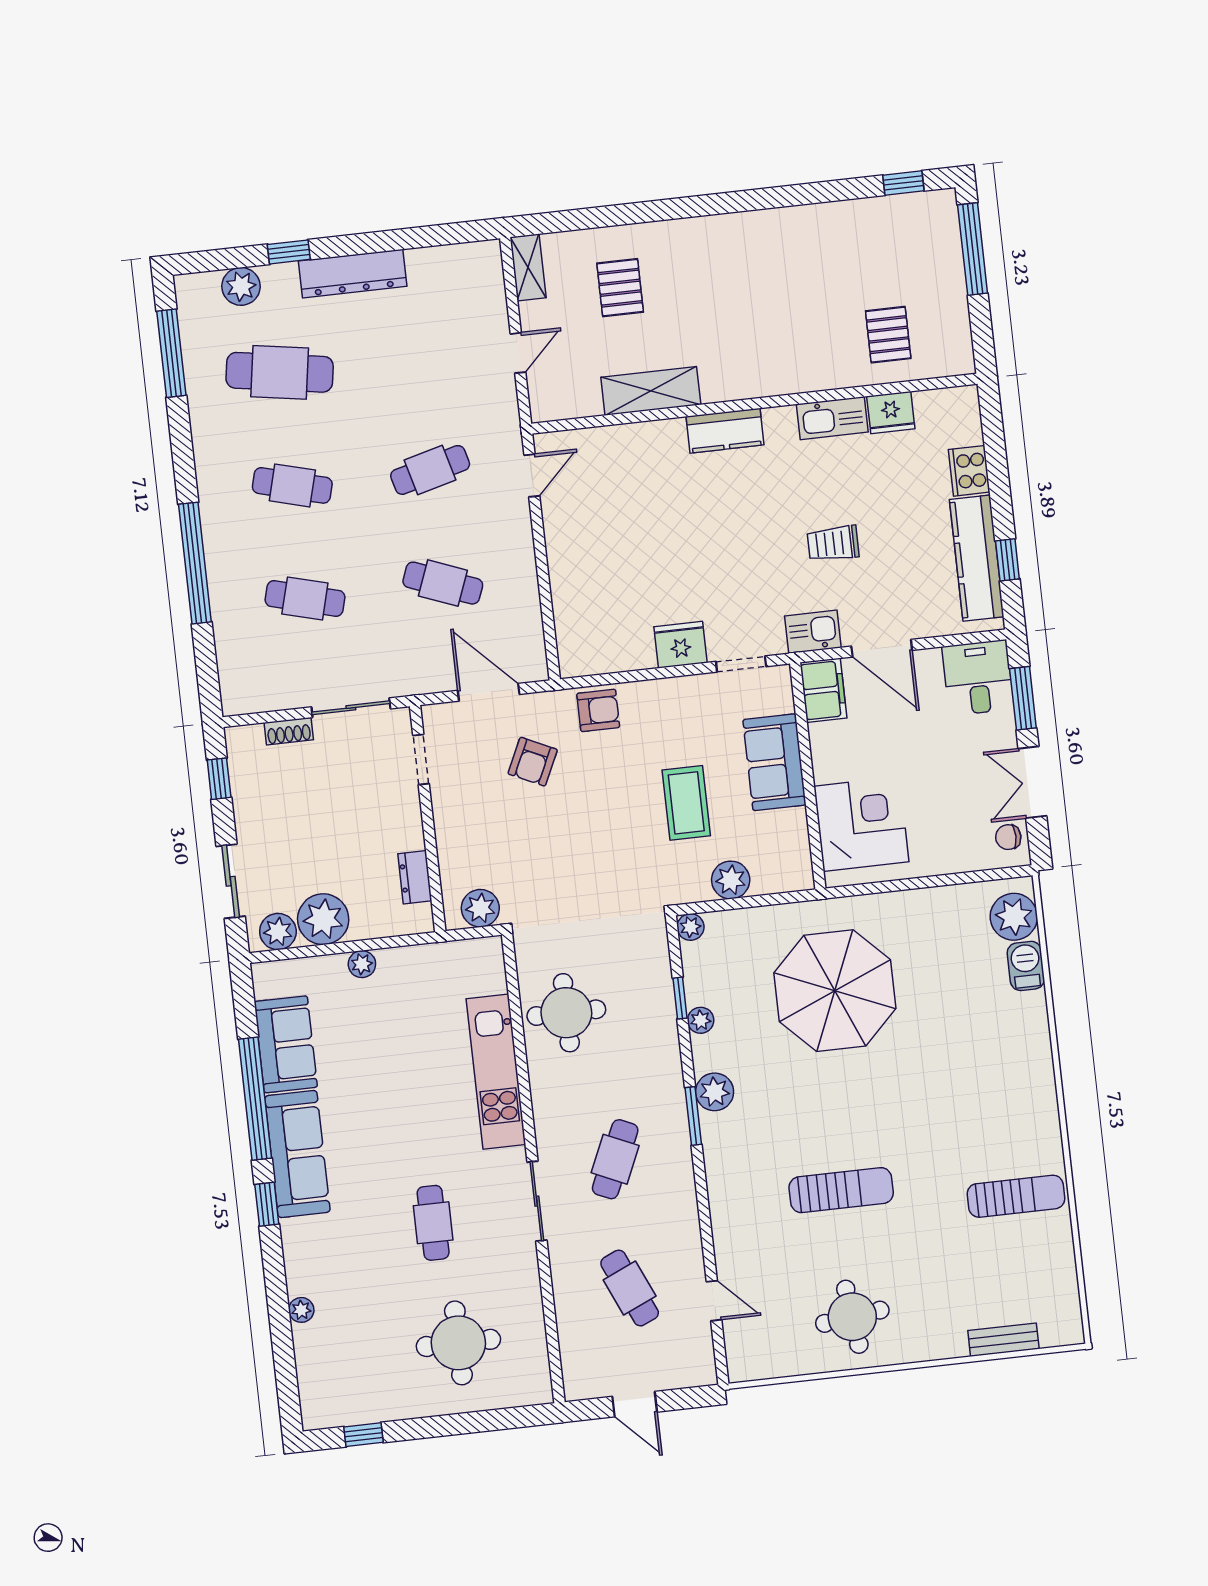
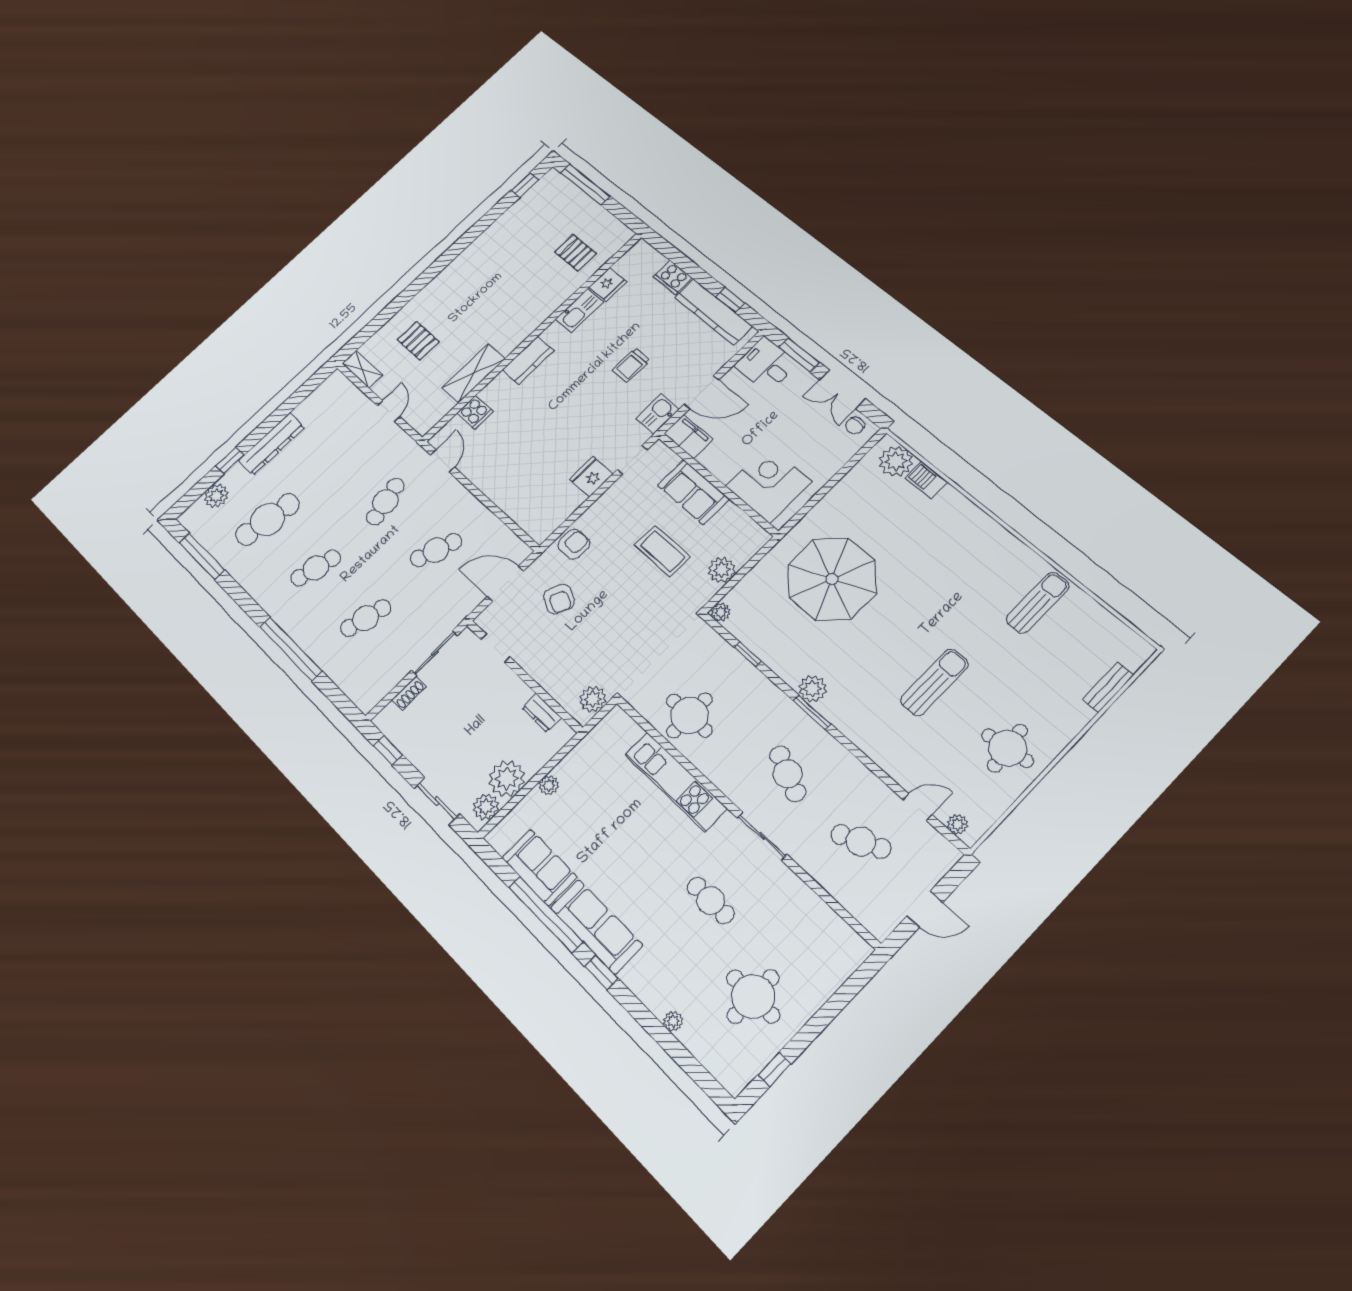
cooker: (615, 445) -> (475, 412), added
plant: (701, 1020) -> (958, 824), moved
round table: (458, 1343) -> (753, 996), moved

